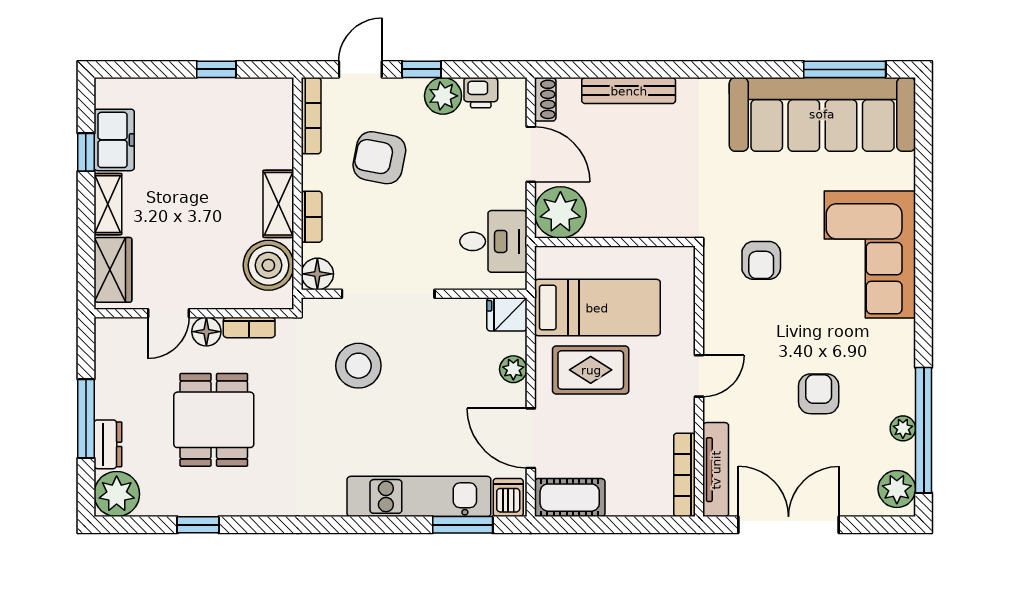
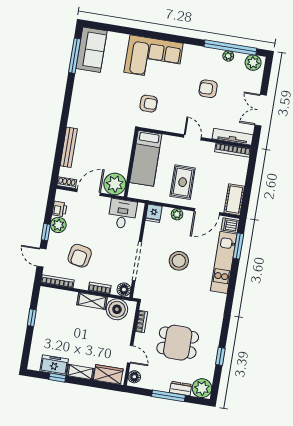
sofa: (822, 114) -> (92, 50), width x0.54, depth x0.79
bed: (597, 308) -> (146, 158), moved, turned 180
floor lamp: (206, 332) -> (134, 377), moved
stool: (358, 366) -> (179, 261), moved
double door: (789, 525) -> (261, 110), width x0.73

